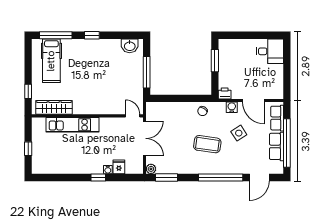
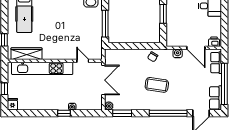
printer: (225, 93) -> (214, 42), moved
door: (133, 116) -> (83, 61), moved
kitchen unit: (73, 125) -> (42, 68), width x1.36
side table: (239, 133) -> (184, 75), removed
row of seats: (276, 146) -> (216, 98), moved
fridge: (119, 167) -> (12, 104), moved

